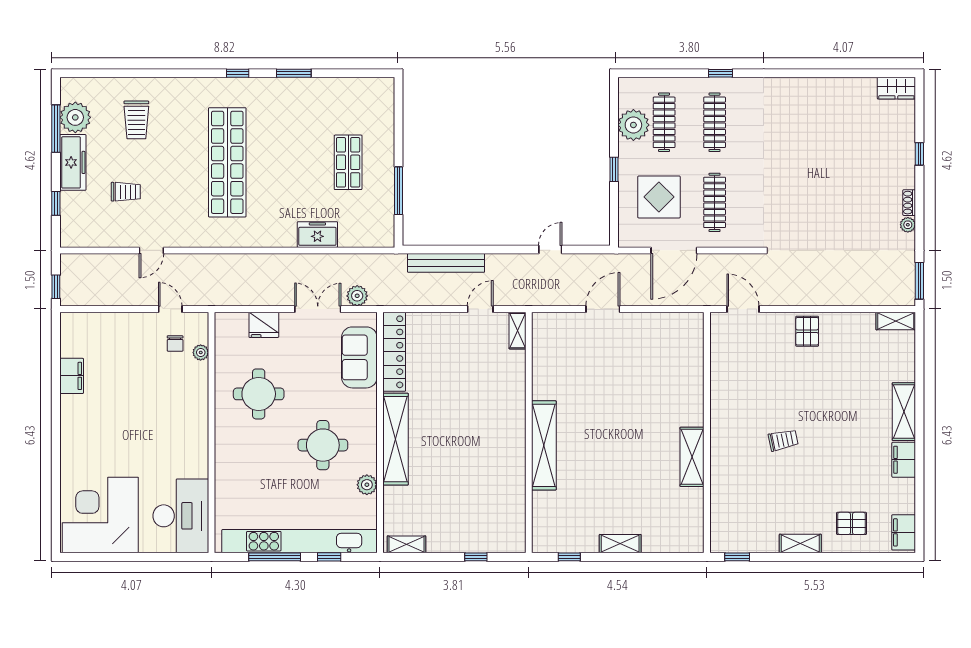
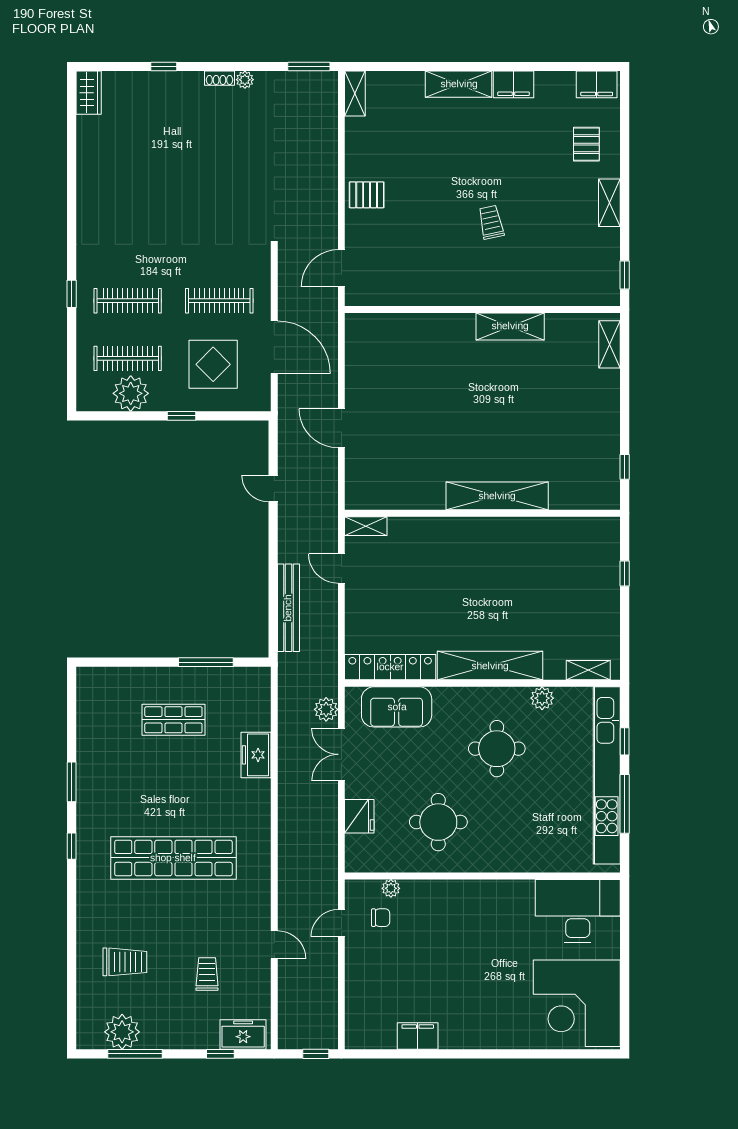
freezer: (73, 162) -> (243, 1035), moved, width x0.71
shelving: (407, 544) -> (588, 670), moved, turned 90
shelving: (620, 544) -> (609, 344), moved

